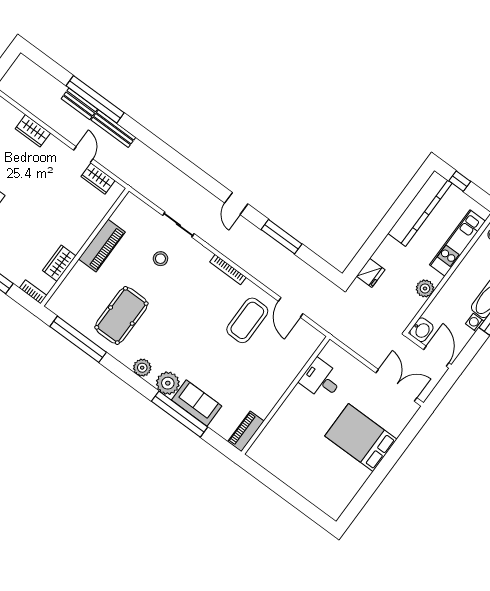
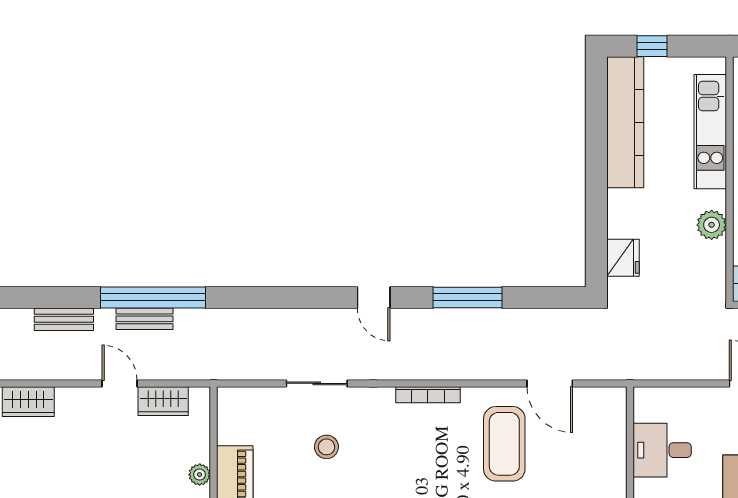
window: (95, 99) -> (153, 297), moved
bench: (113, 129) -> (145, 319), width x0.73
plant: (89, 227) -> (200, 475), added

